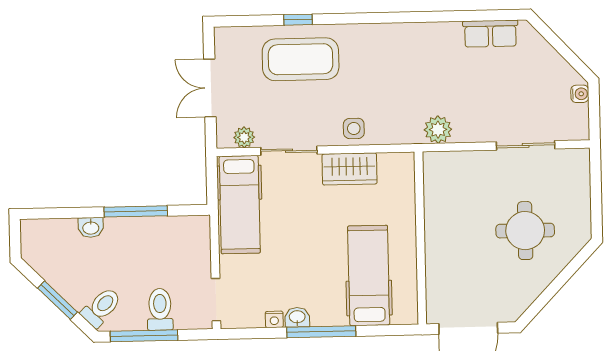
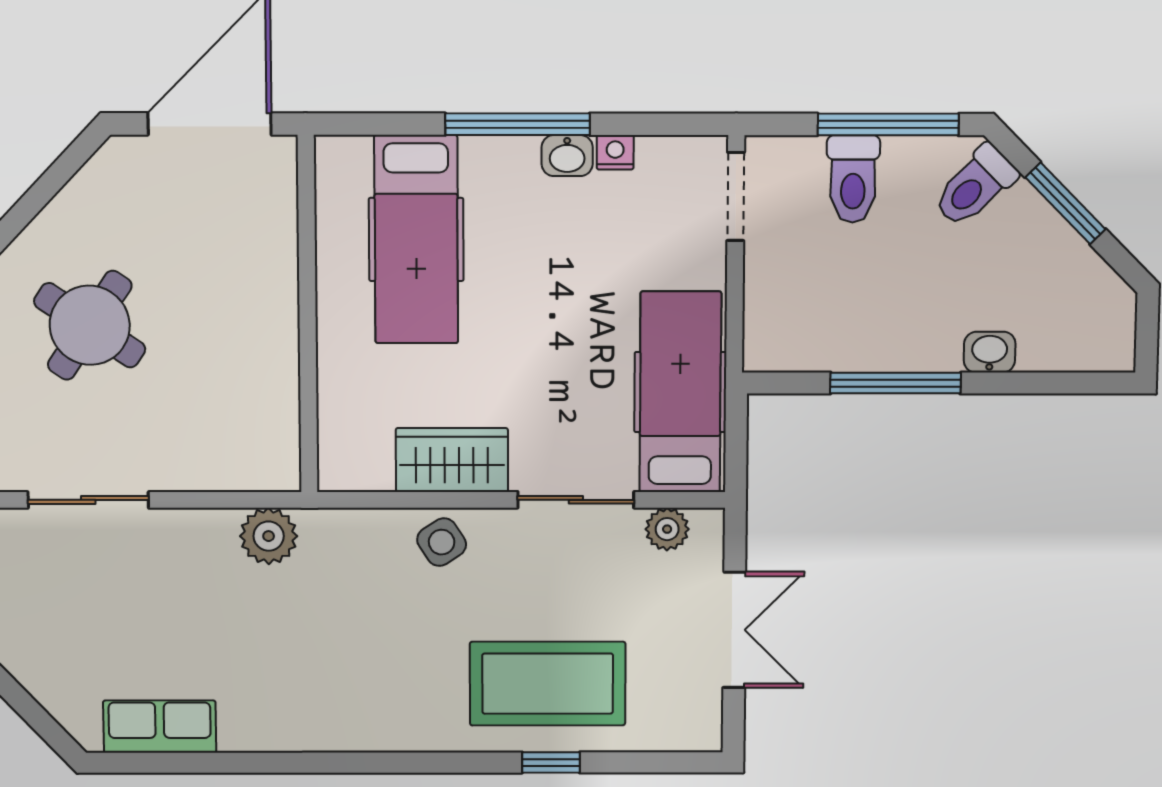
side table: (354, 128) -> (442, 542), turned -33
round table: (525, 231) -> (90, 325), turned 34

